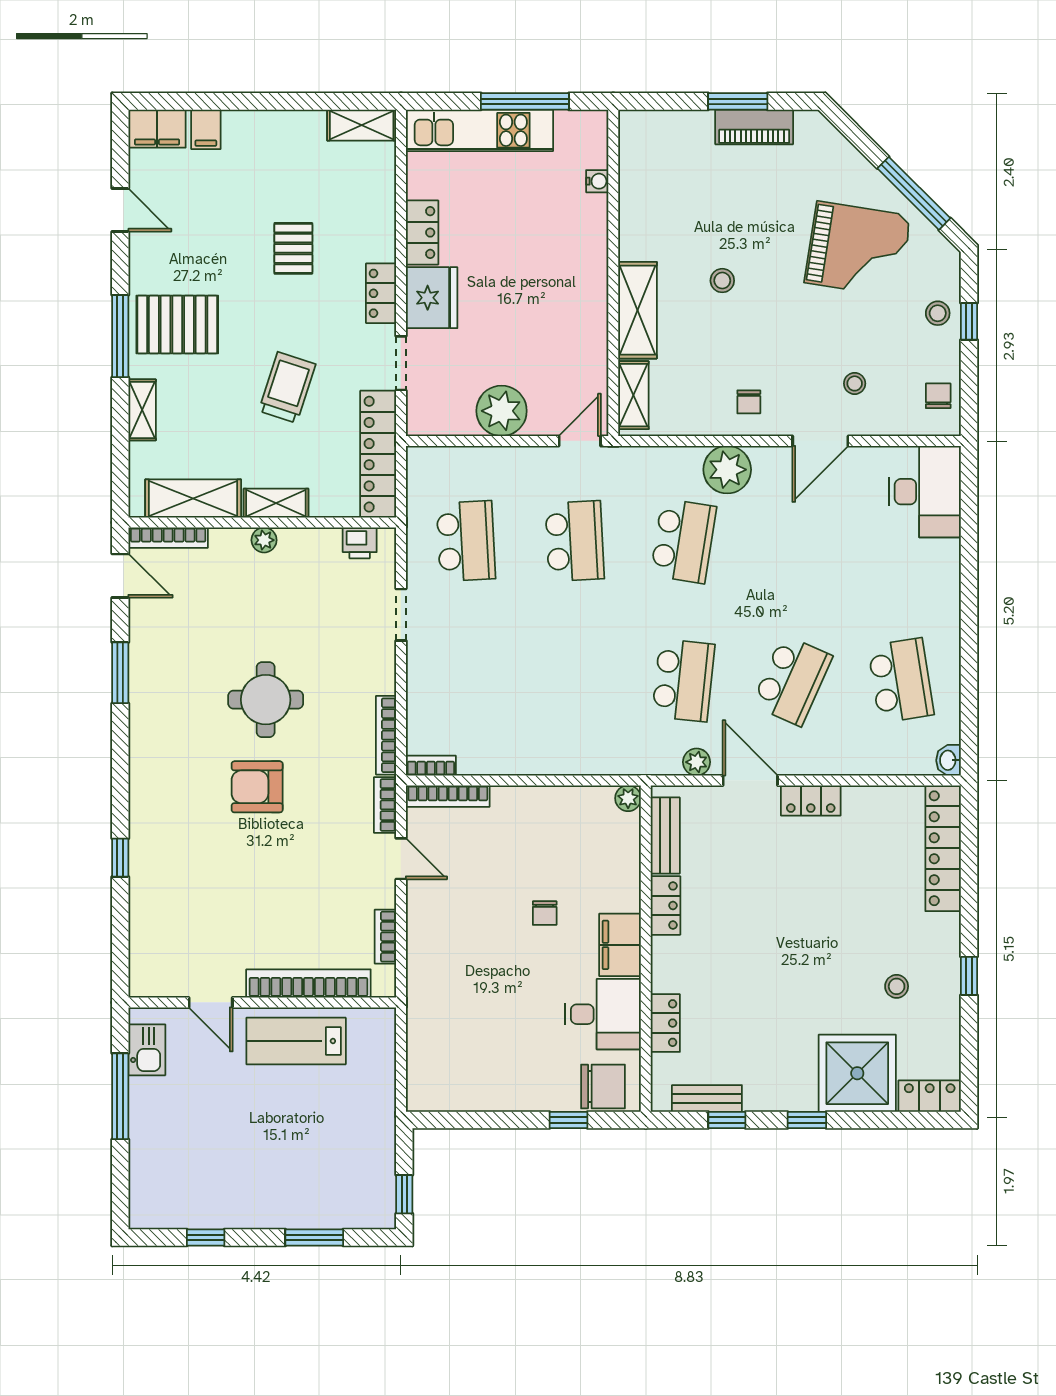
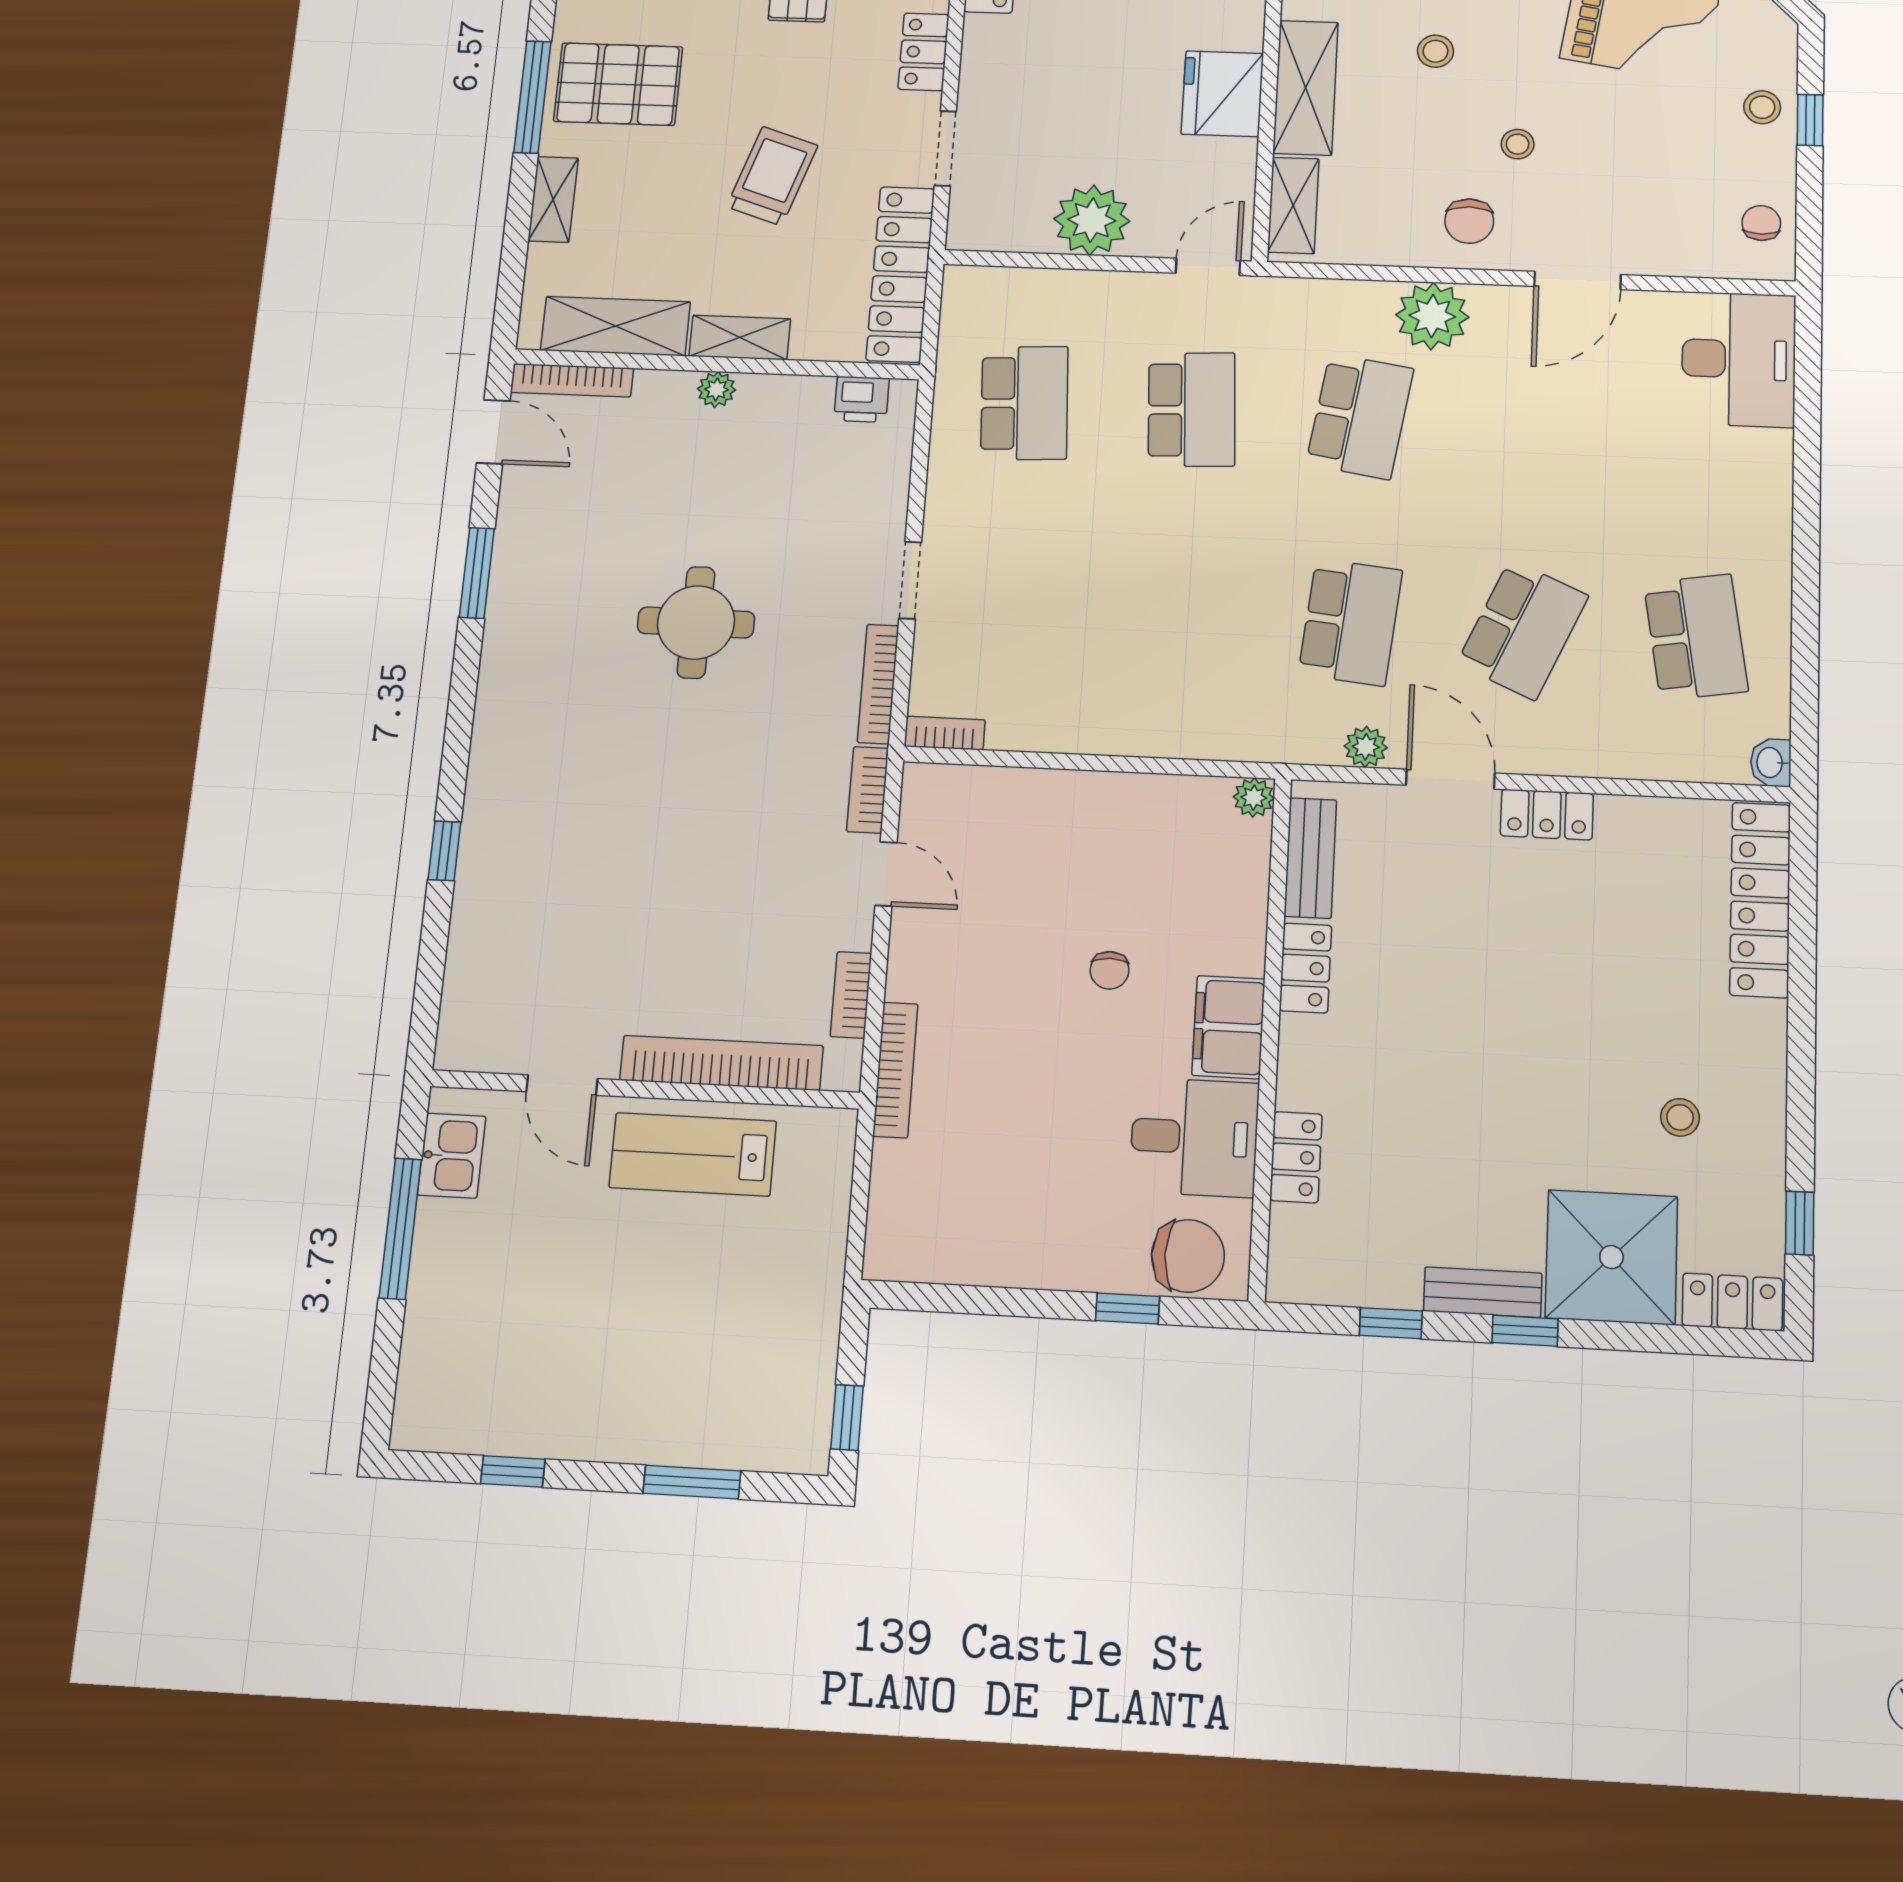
fridge: (432, 298) -> (1222, 94), moved, turned 180
stool: (855, 383) -> (1518, 144), moved
chair: (749, 402) -> (1469, 221), width x1.37, depth x1.37
doorway: (401, 615) -> (910, 580), moved
armchair: (257, 787) -> (670, 753), removed
bookcase: (448, 796) -> (895, 1070), moved, turned -90
window: (969, 976) -> (1800, 1223), moved
bench: (707, 1098) -> (1483, 1292), moved

